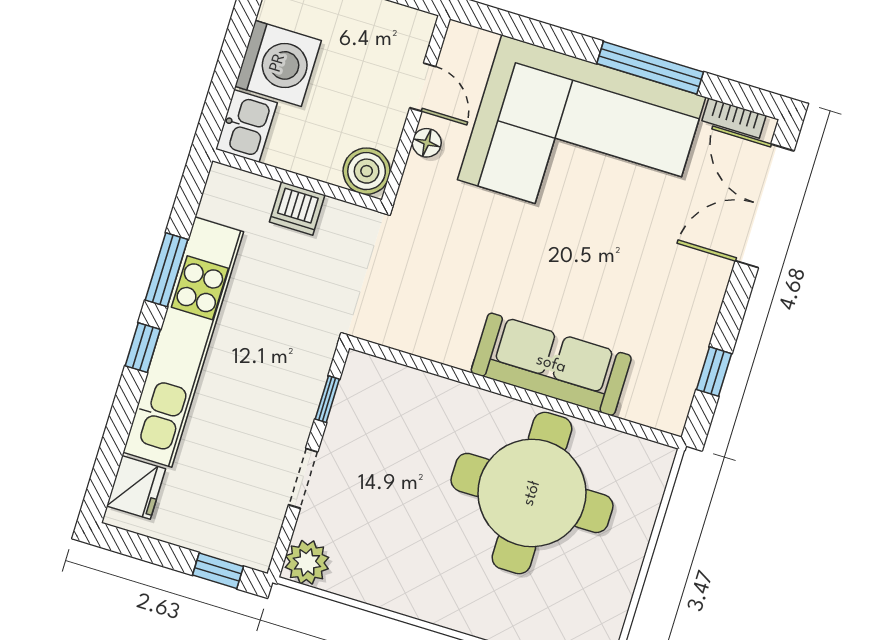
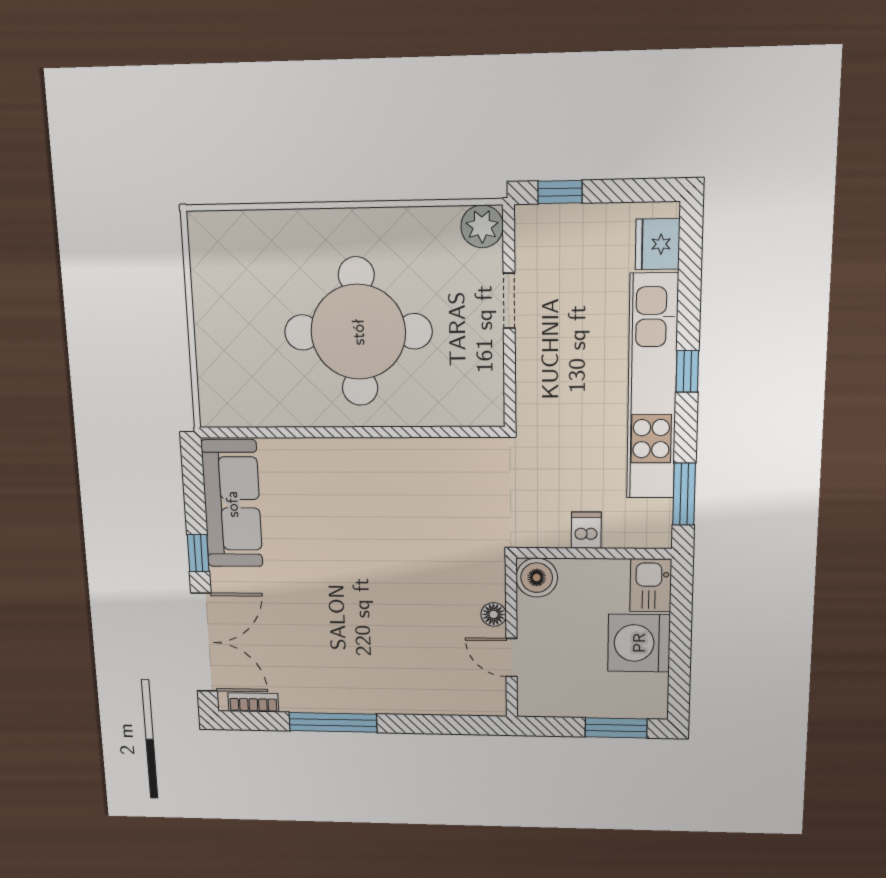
corner sofa: (582, 138) -> (368, 653), removed
dishwasher: (297, 208) -> (586, 530), width x0.73
window: (167, 270) -> (684, 494), moved
sofa: (551, 364) -> (232, 504), moved, turned -90
window: (714, 372) -> (198, 553), moved
window: (327, 399) -> (510, 377), removed
round table: (532, 493) -> (358, 332), moved

